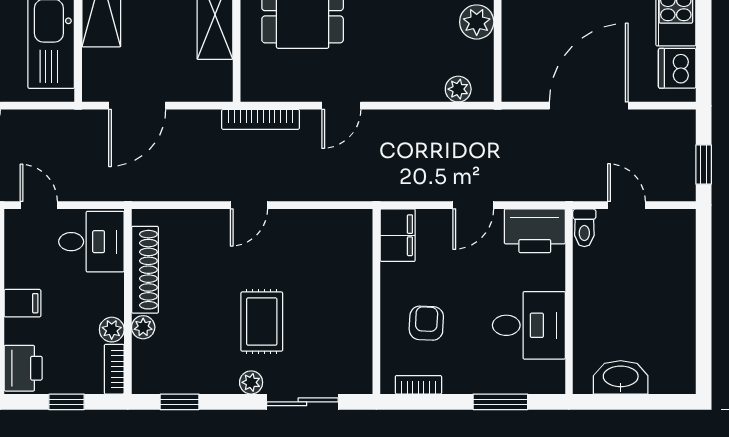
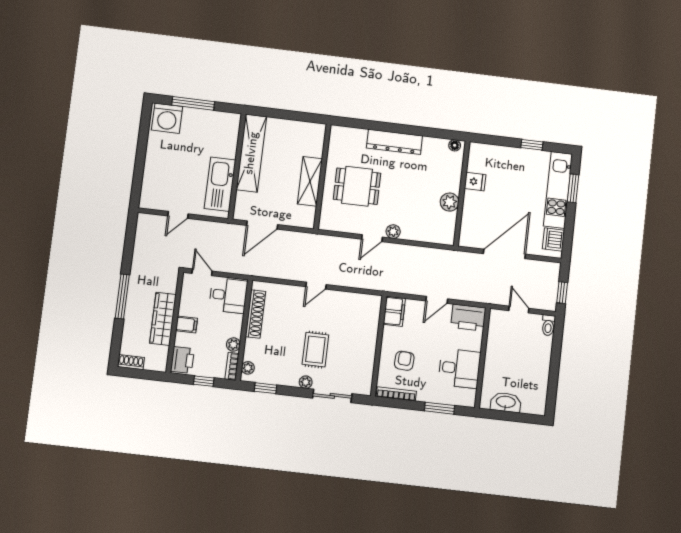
plant: (458, 89) -> (393, 232), moved
bookcase: (261, 119) -> (328, 240), removed
toilet: (584, 228) -> (548, 325), moved
plant: (143, 327) -> (248, 368), moved
bookcase: (418, 385) -> (396, 394), width x1.56

